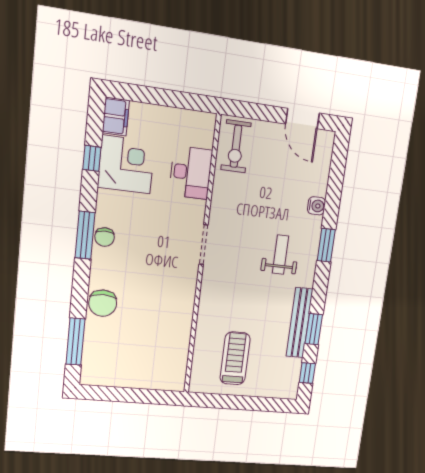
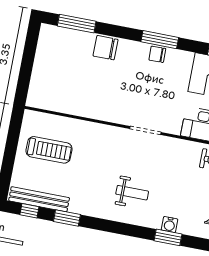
window: (326, 245) -> (168, 237), moved
bench: (299, 323) -> (39, 199), moved

